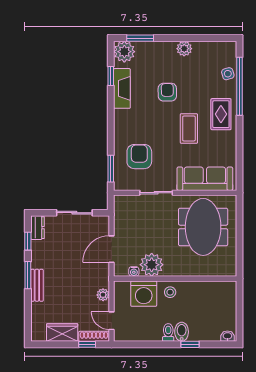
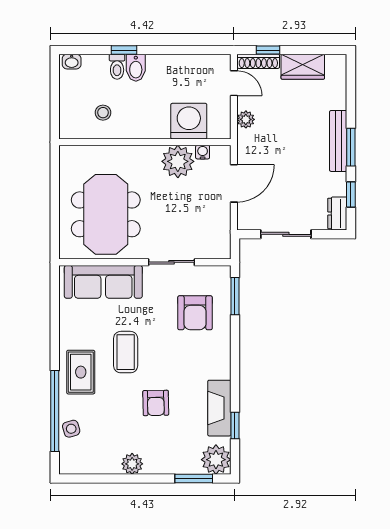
bench: (37, 285) -> (338, 141), width x1.36
stool: (170, 292) -> (103, 113), moved
toilet: (168, 332) -> (117, 67), moved

